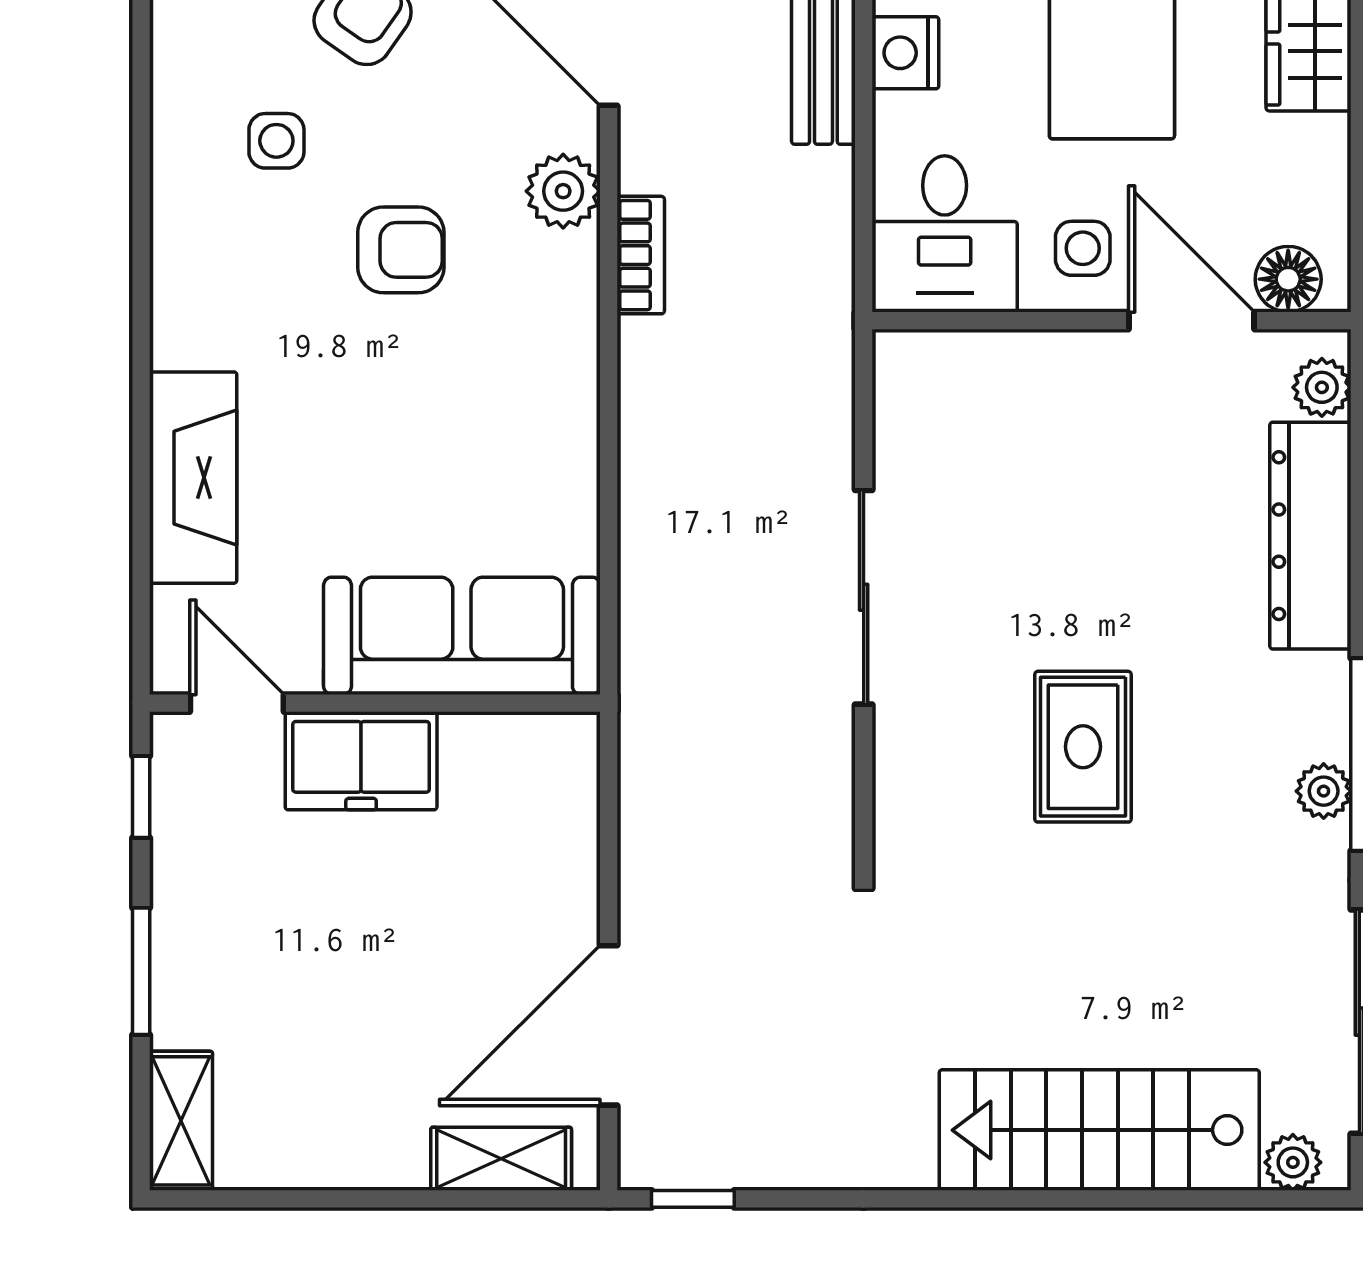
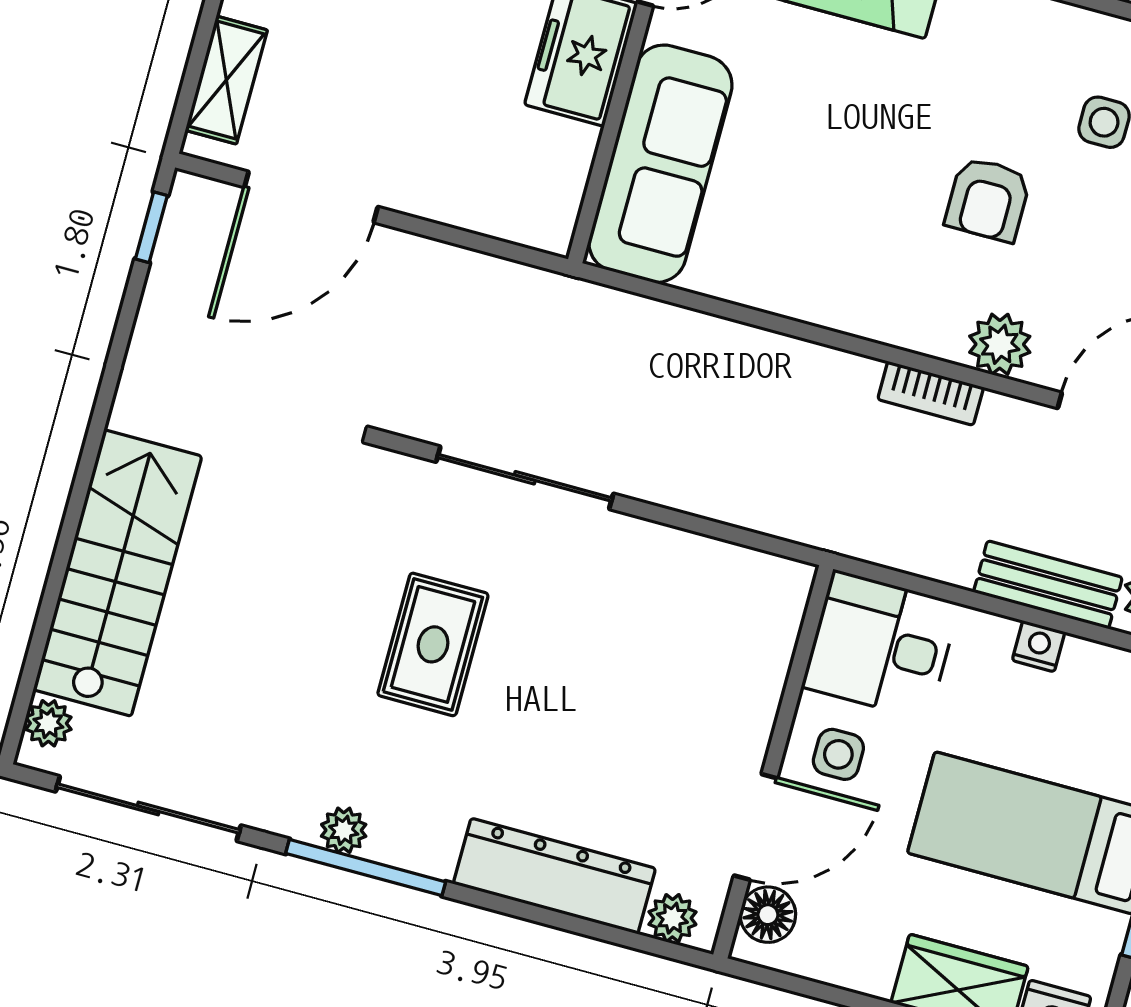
nightstand: (905, 53) -> (1039, 646), width x0.72, depth x0.74
sliding door: (864, 597) -> (525, 478), moved
rug: (1083, 747) -> (433, 644), turned 90
door: (609, 1025) -> (311, 197), swing flipped

